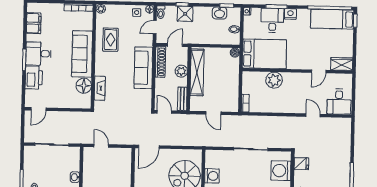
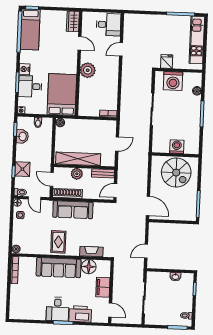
filing cabinet: (34, 23) -> (103, 287), moved, turned -90
rug: (111, 40) -> (58, 242), moved, turned 90
plant: (274, 80) -> (88, 70), moved

